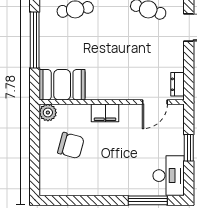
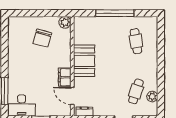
booth: (62, 85) -> (84, 61), moved
filing cabinet: (105, 113) -> (65, 77), moved

